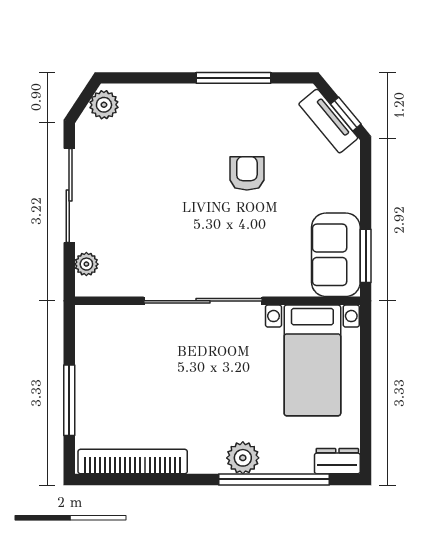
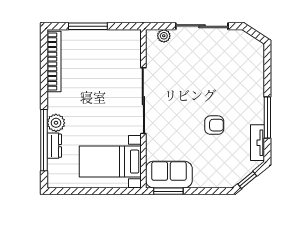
plant: (104, 105) -> (252, 46), removed
tv unit: (328, 121) -> (257, 143), moved, turned -50
dresser: (337, 461) -> (54, 146), moved

